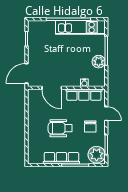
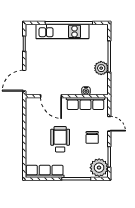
kitchen unit: (80, 27) -> (62, 31), moved
wheelchair: (60, 128) -> (60, 139), turned 90
row of seats: (61, 158) -> (45, 171), moved

